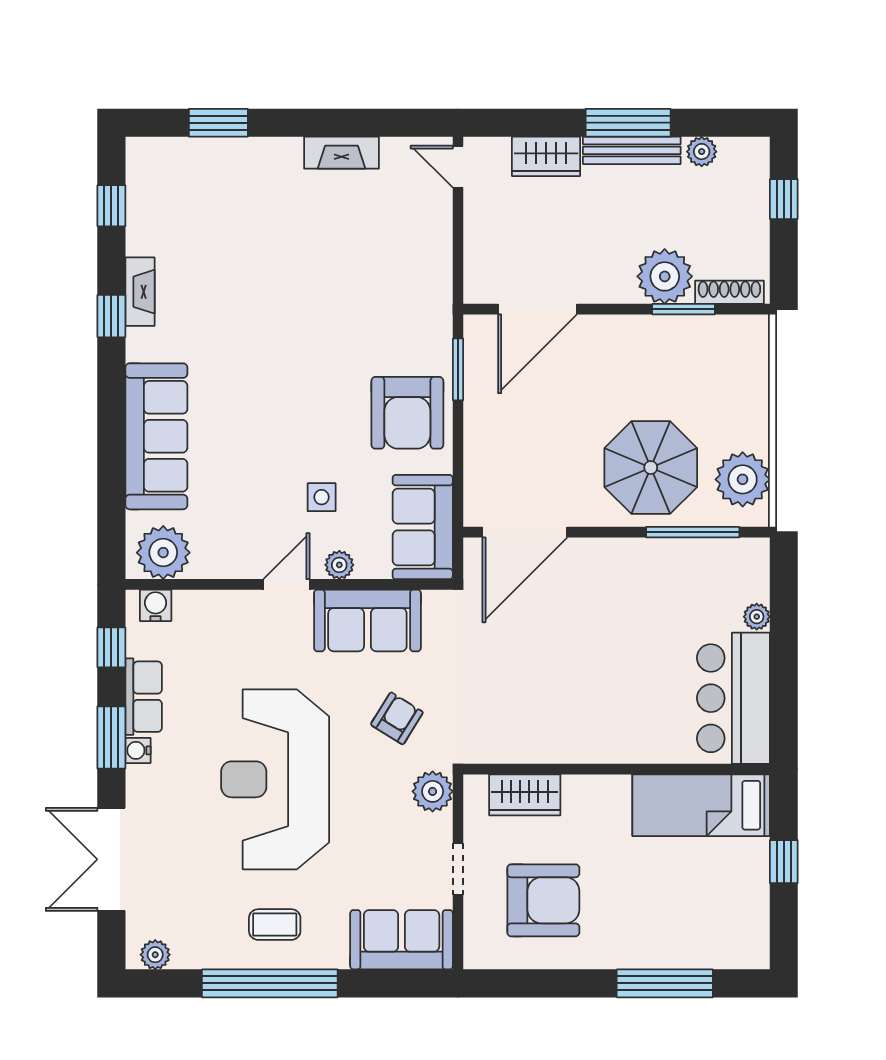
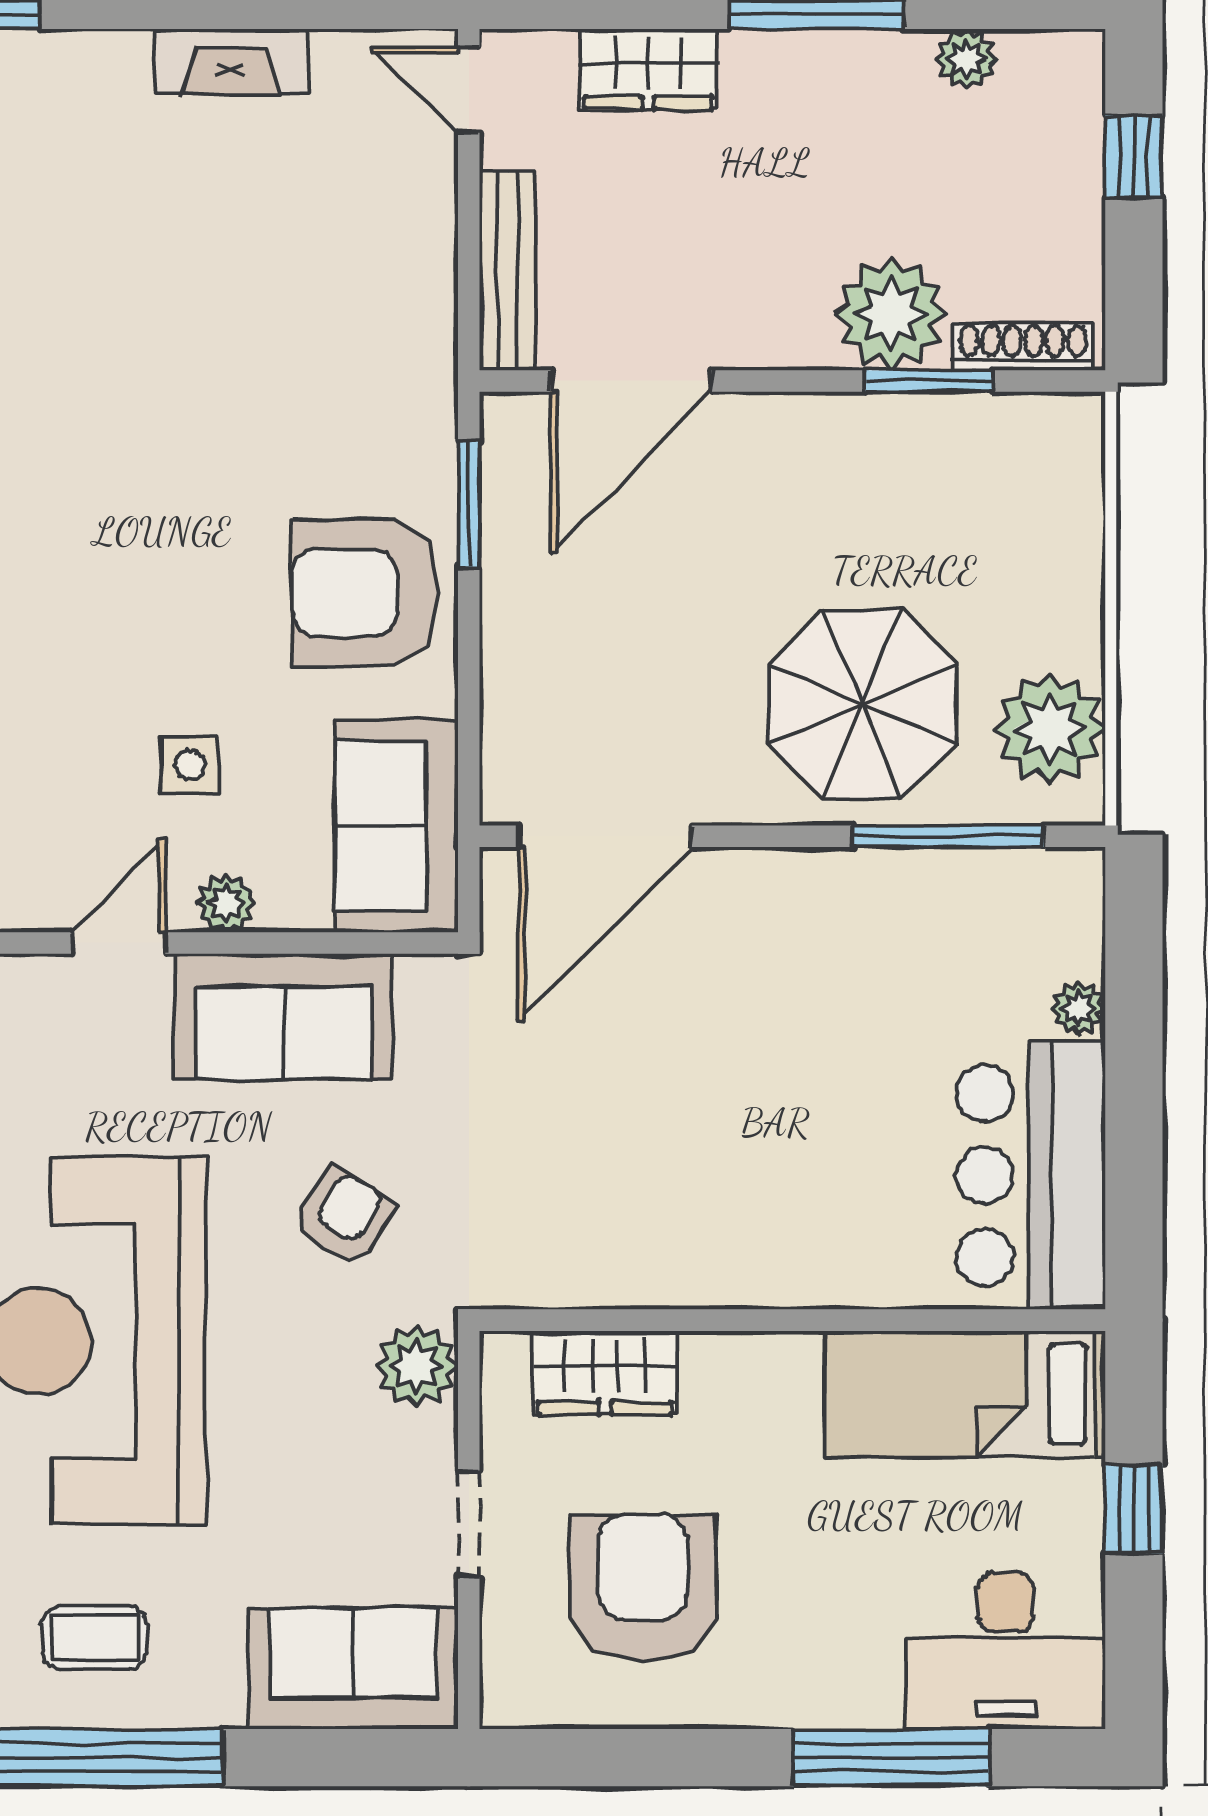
bench: (632, 150) -> (507, 270), moved, turned 90
armchair: (407, 413) -> (365, 593), turned 90
armchair: (543, 900) -> (643, 1588), turned -90
desk: (721, 931) -> (1006, 1651), added

